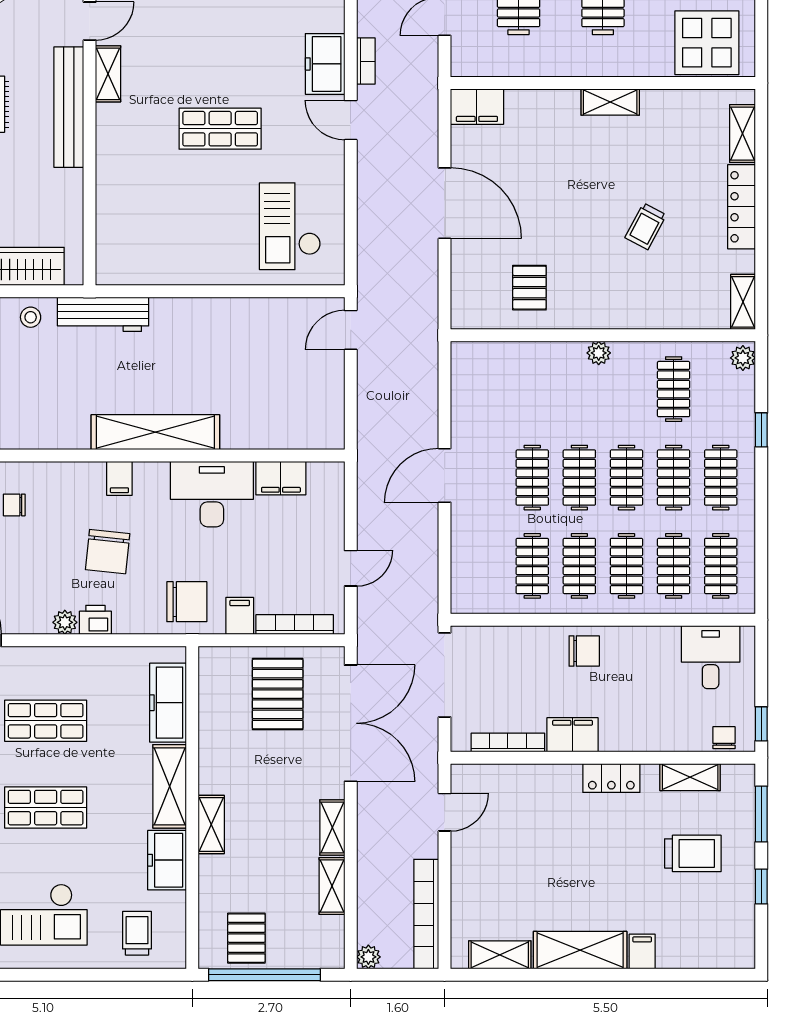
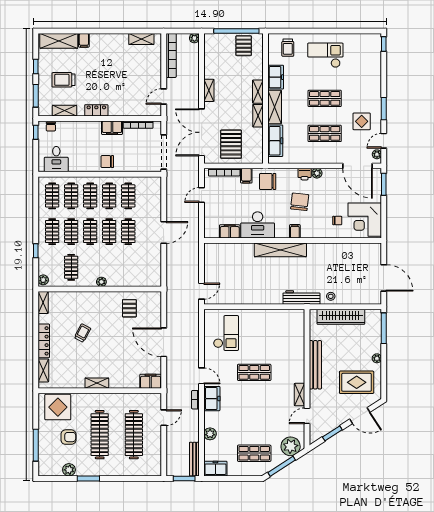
bench: (69, 107) -> (315, 365), moved
shelving: (332, 886) -> (258, 116), moved
shelving: (580, 950) -> (59, 41), moved

